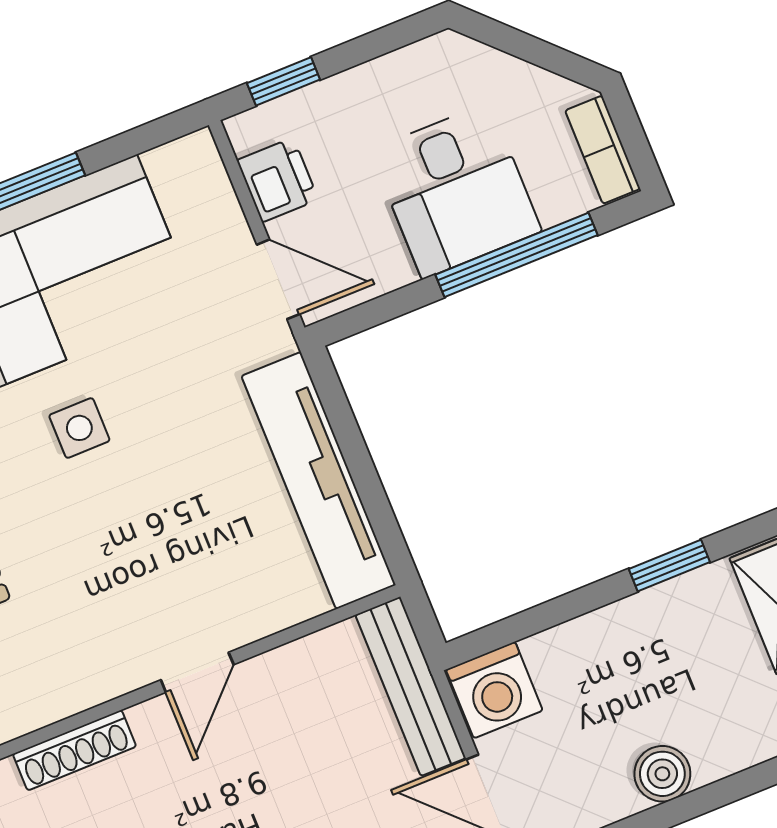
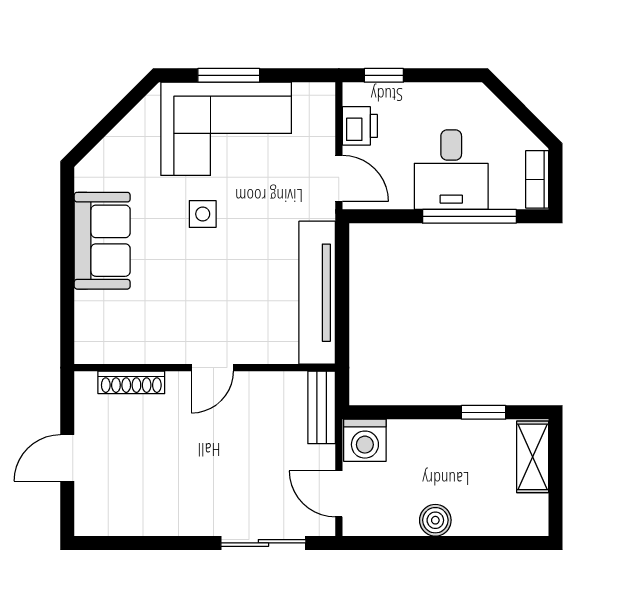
bench: (411, 686) -> (322, 407), width x0.73

